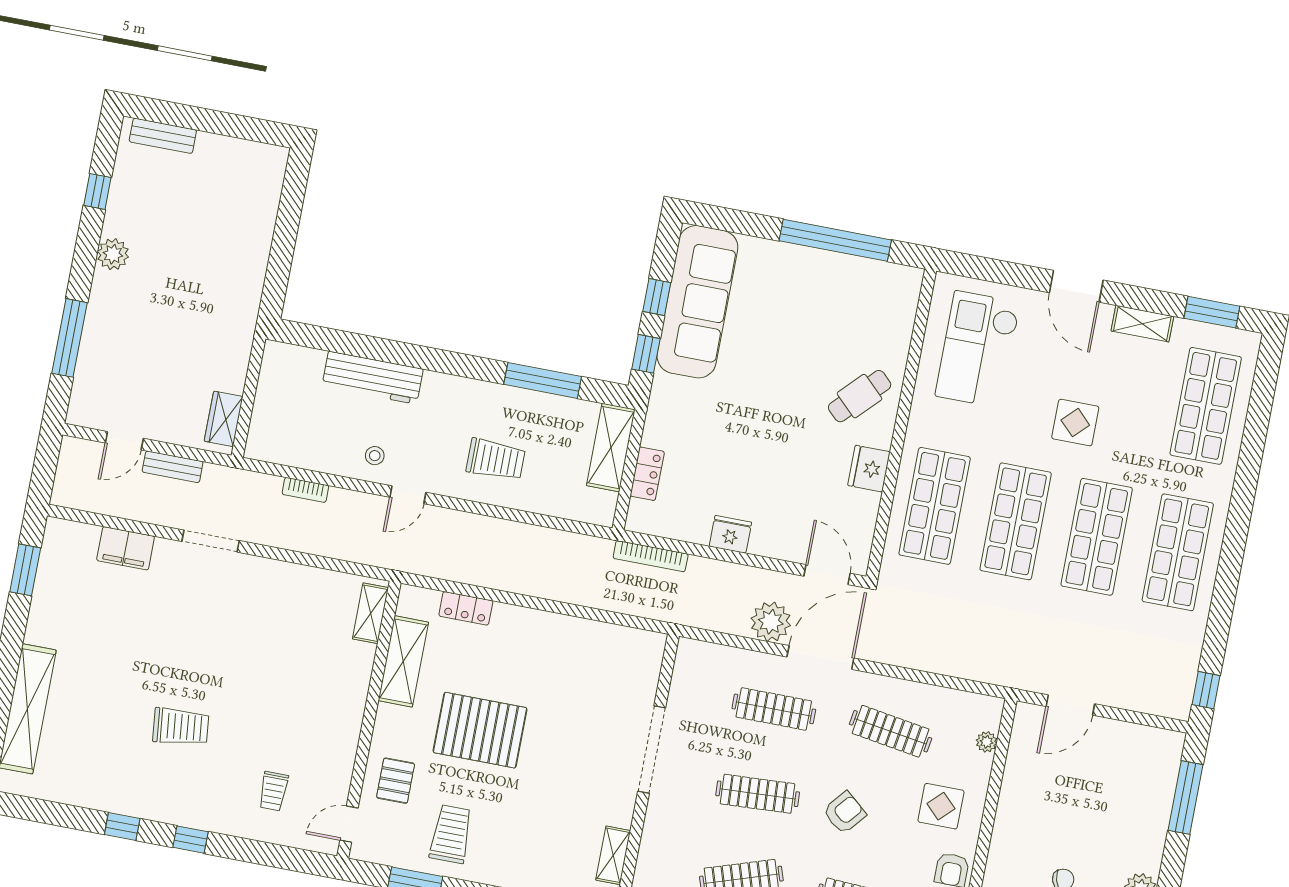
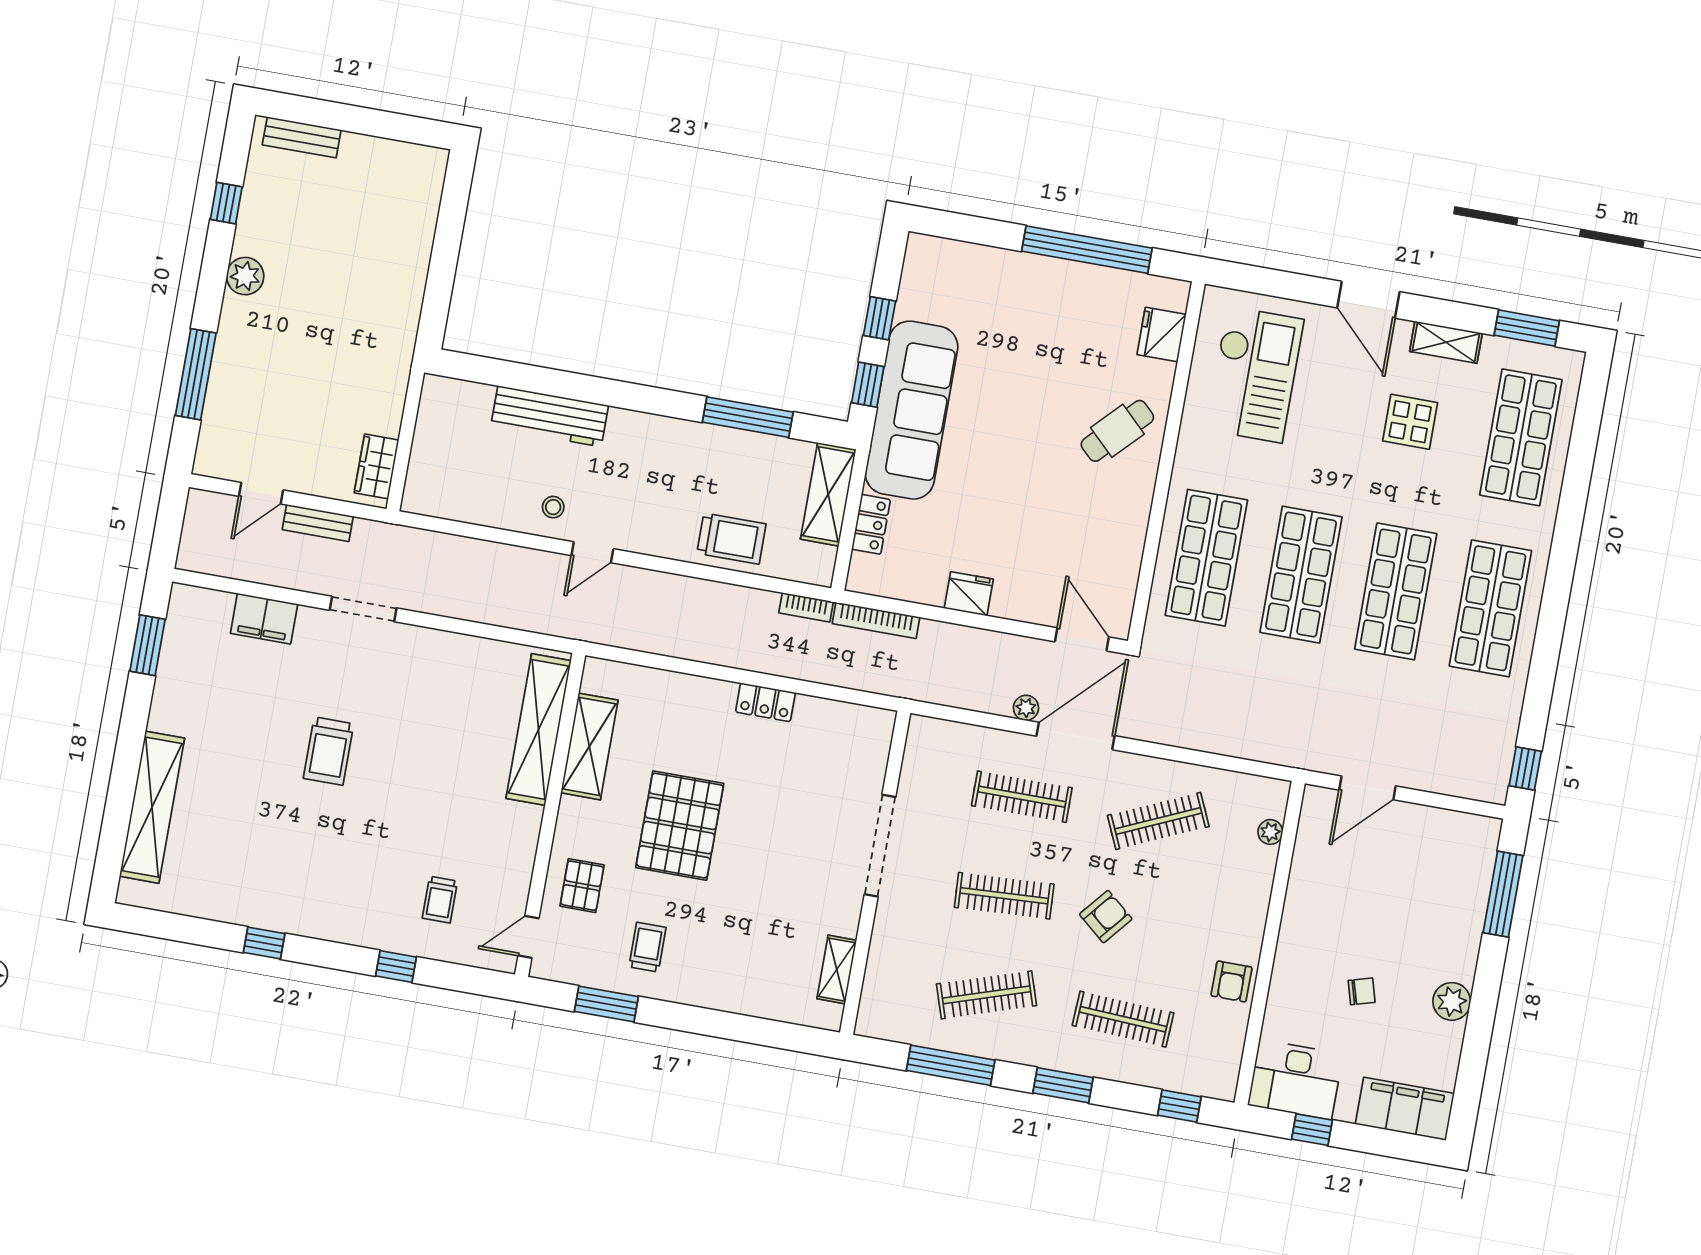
sofa: (697, 302) -> (912, 410), moved
checkout: (978, 349) -> (1255, 375), turned 180
display table: (1075, 423) -> (1410, 422), moved
trolley: (496, 459) -> (731, 539), moved
fridge: (869, 469) -> (1162, 335), moved
bookcase: (305, 490) -> (806, 607), moved
locker: (466, 608) -> (765, 702), moved
shelving: (371, 613) -> (539, 729), width x2.20, depth x1.33
plant: (771, 622) -> (1026, 708), width x0.53, depth x0.53
trolley: (181, 727) -> (329, 751), moved, turned 96
pallet: (480, 730) -> (680, 826), turned 90
clothes rail: (891, 731) -> (1158, 821), turned -33
display table: (941, 806) -> (1218, 908), removed
trolley: (451, 834) -> (647, 947), width x0.73, depth x0.72
window: (191, 840) -> (396, 966), moved

